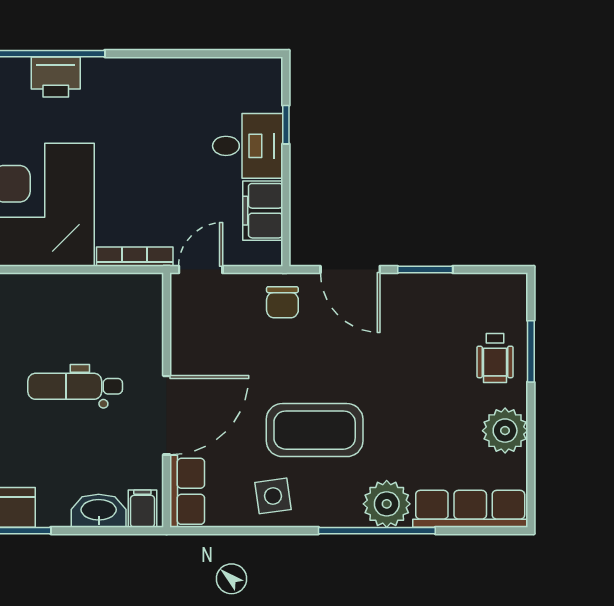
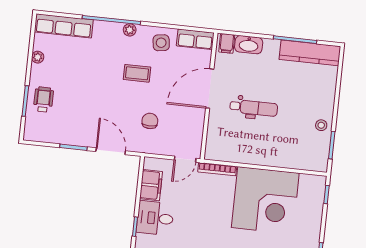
chair: (282, 302) -> (150, 121), moved
coffee table: (315, 430) -> (137, 73), width x0.54, depth x0.58
plant: (505, 431) -> (38, 57), width x0.53, depth x0.53
row of seats: (187, 491) -> (195, 39), moved, turned -90
plant: (387, 504) -> (130, 30), moved, width x0.53, depth x0.53

